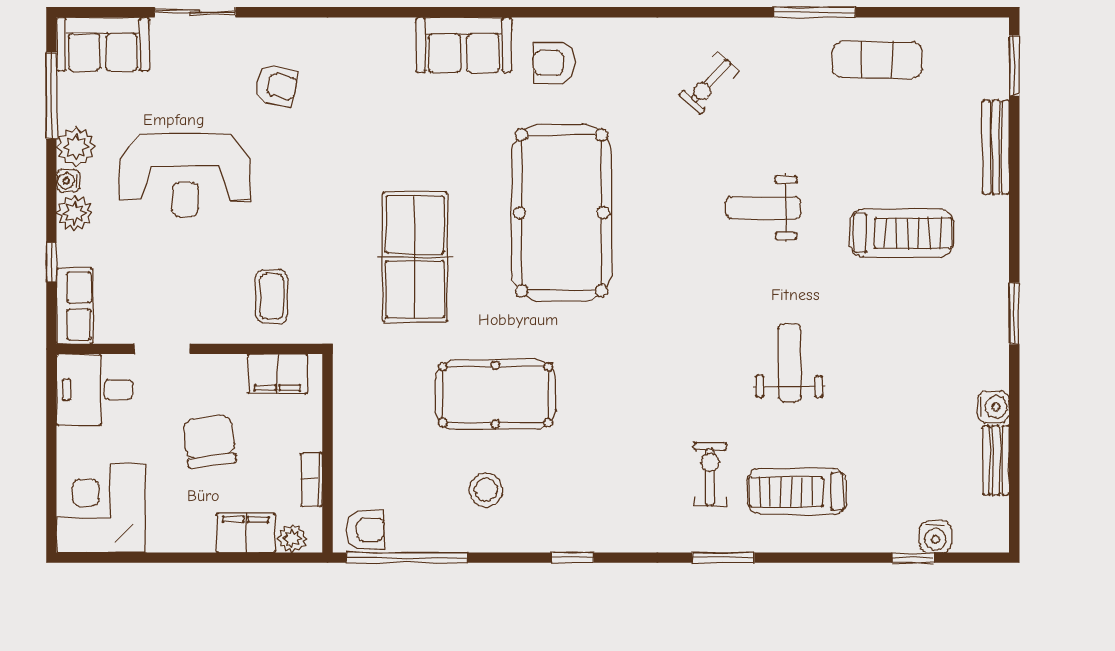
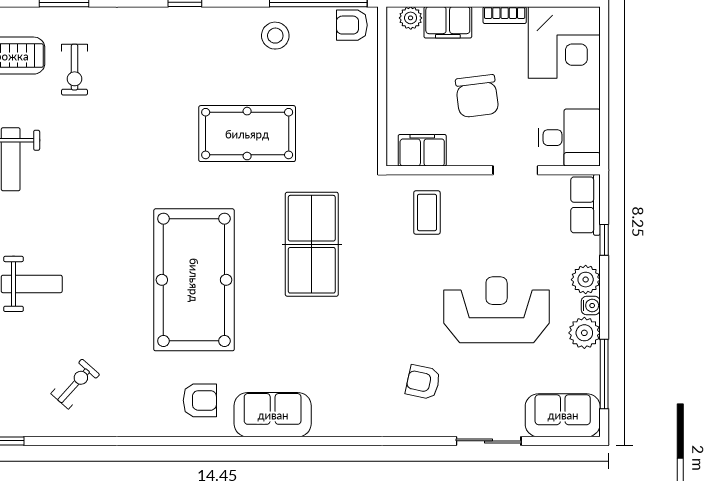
bookcase: (312, 479) -> (505, 15), moved, turned 90
stool: (486, 490) -> (275, 36), moved

